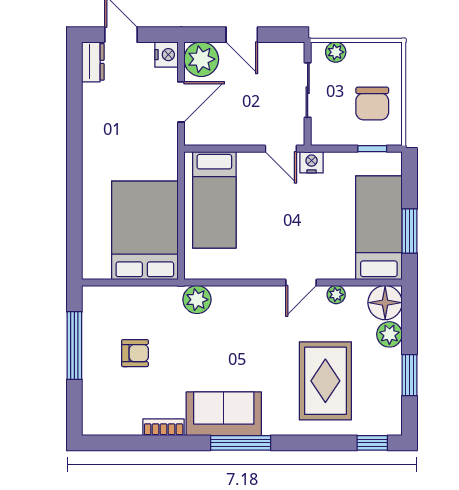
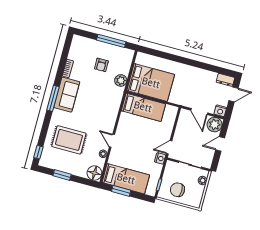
bed: (214, 200) -> (143, 107), moved, turned 180
plant: (197, 300) -> (121, 80), moved
plant: (389, 334) -> (81, 171), removed

